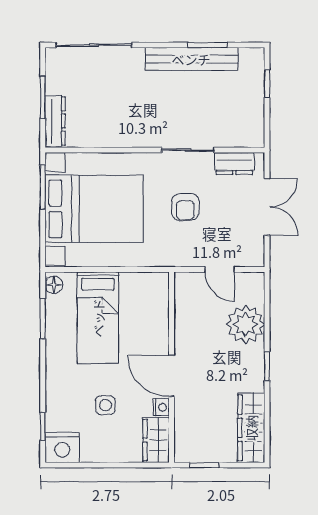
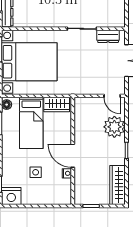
armchair: (185, 207) -> (81, 61), removed
door: (220, 269) -> (112, 96), moved
wardrobe: (156, 440) -> (57, 105), moved, turned -90

